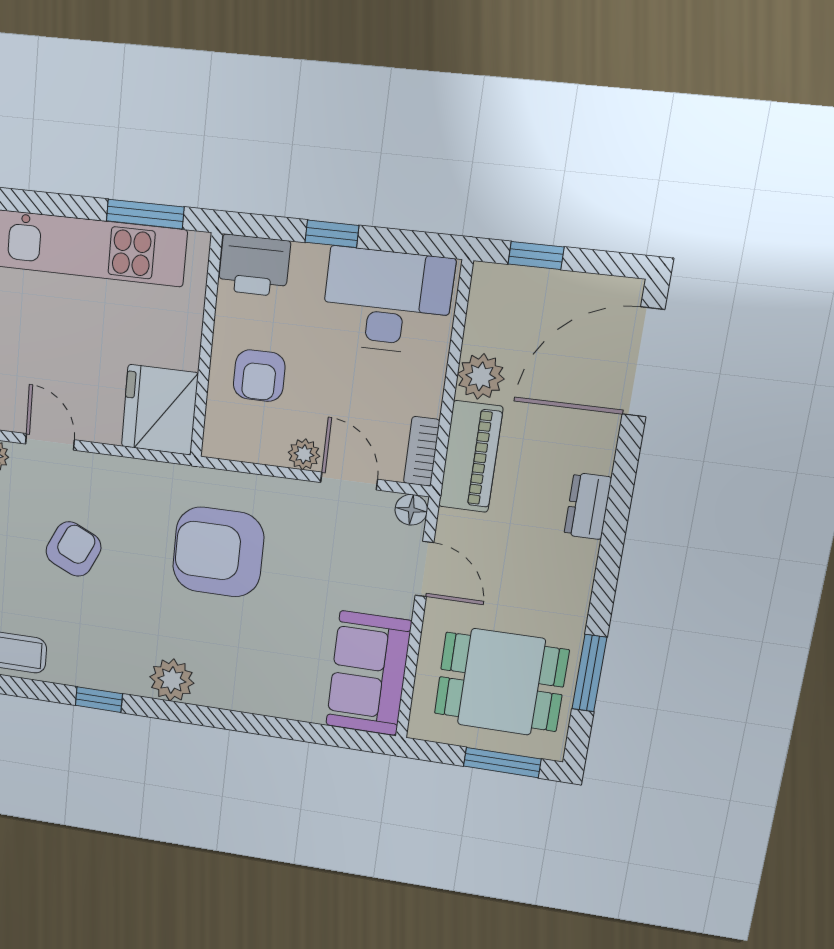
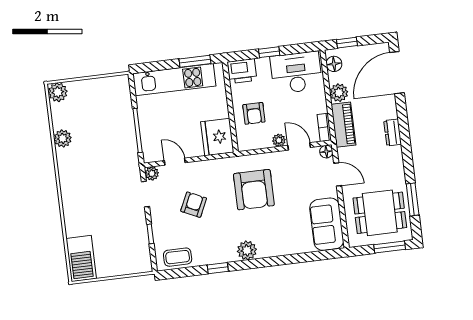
floor lamp: (488, 302) -> (334, 64), added
armchair: (218, 552) -> (254, 190), turned -90

